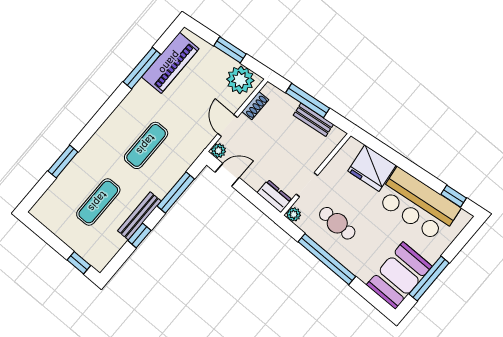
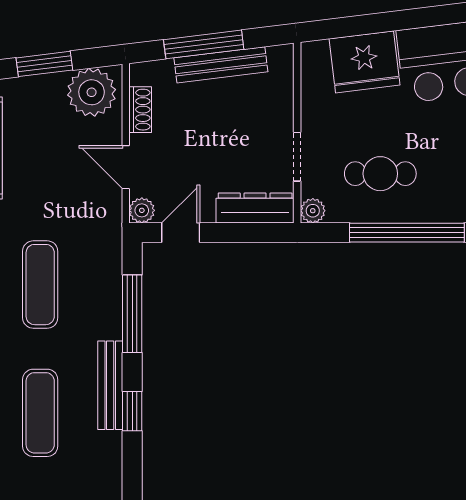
bench: (313, 120) -> (221, 65), width x1.36
dresser: (274, 196) -> (255, 208), width x1.44

